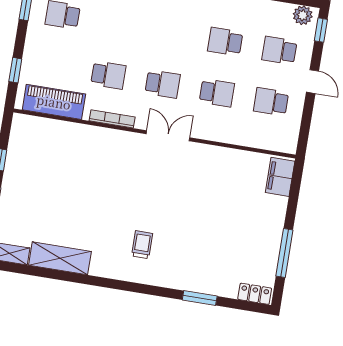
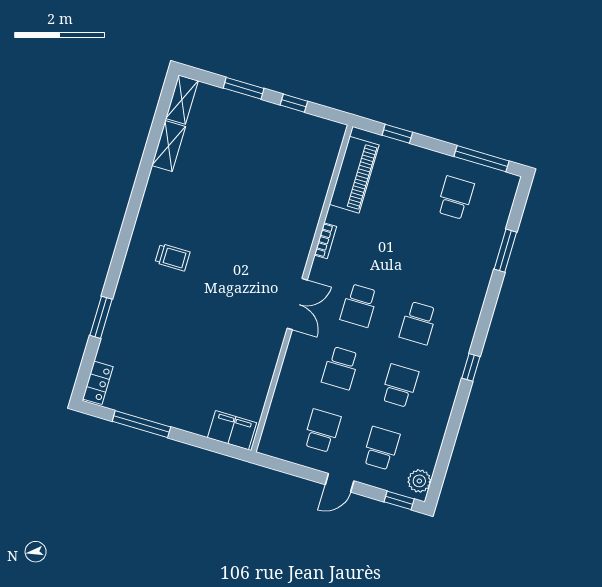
school desk: (108, 75) -> (418, 323), moved
bookcase: (112, 119) -> (325, 241), width x0.64
shelving: (60, 258) -> (169, 146), width x0.67, depth x0.75

